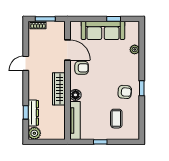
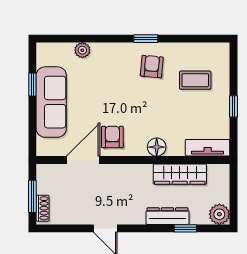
wardrobe: (59, 89) -> (180, 174), moved
dresser: (33, 113) -> (167, 216), moved
tv unit: (75, 121) -> (208, 148), width x0.71

